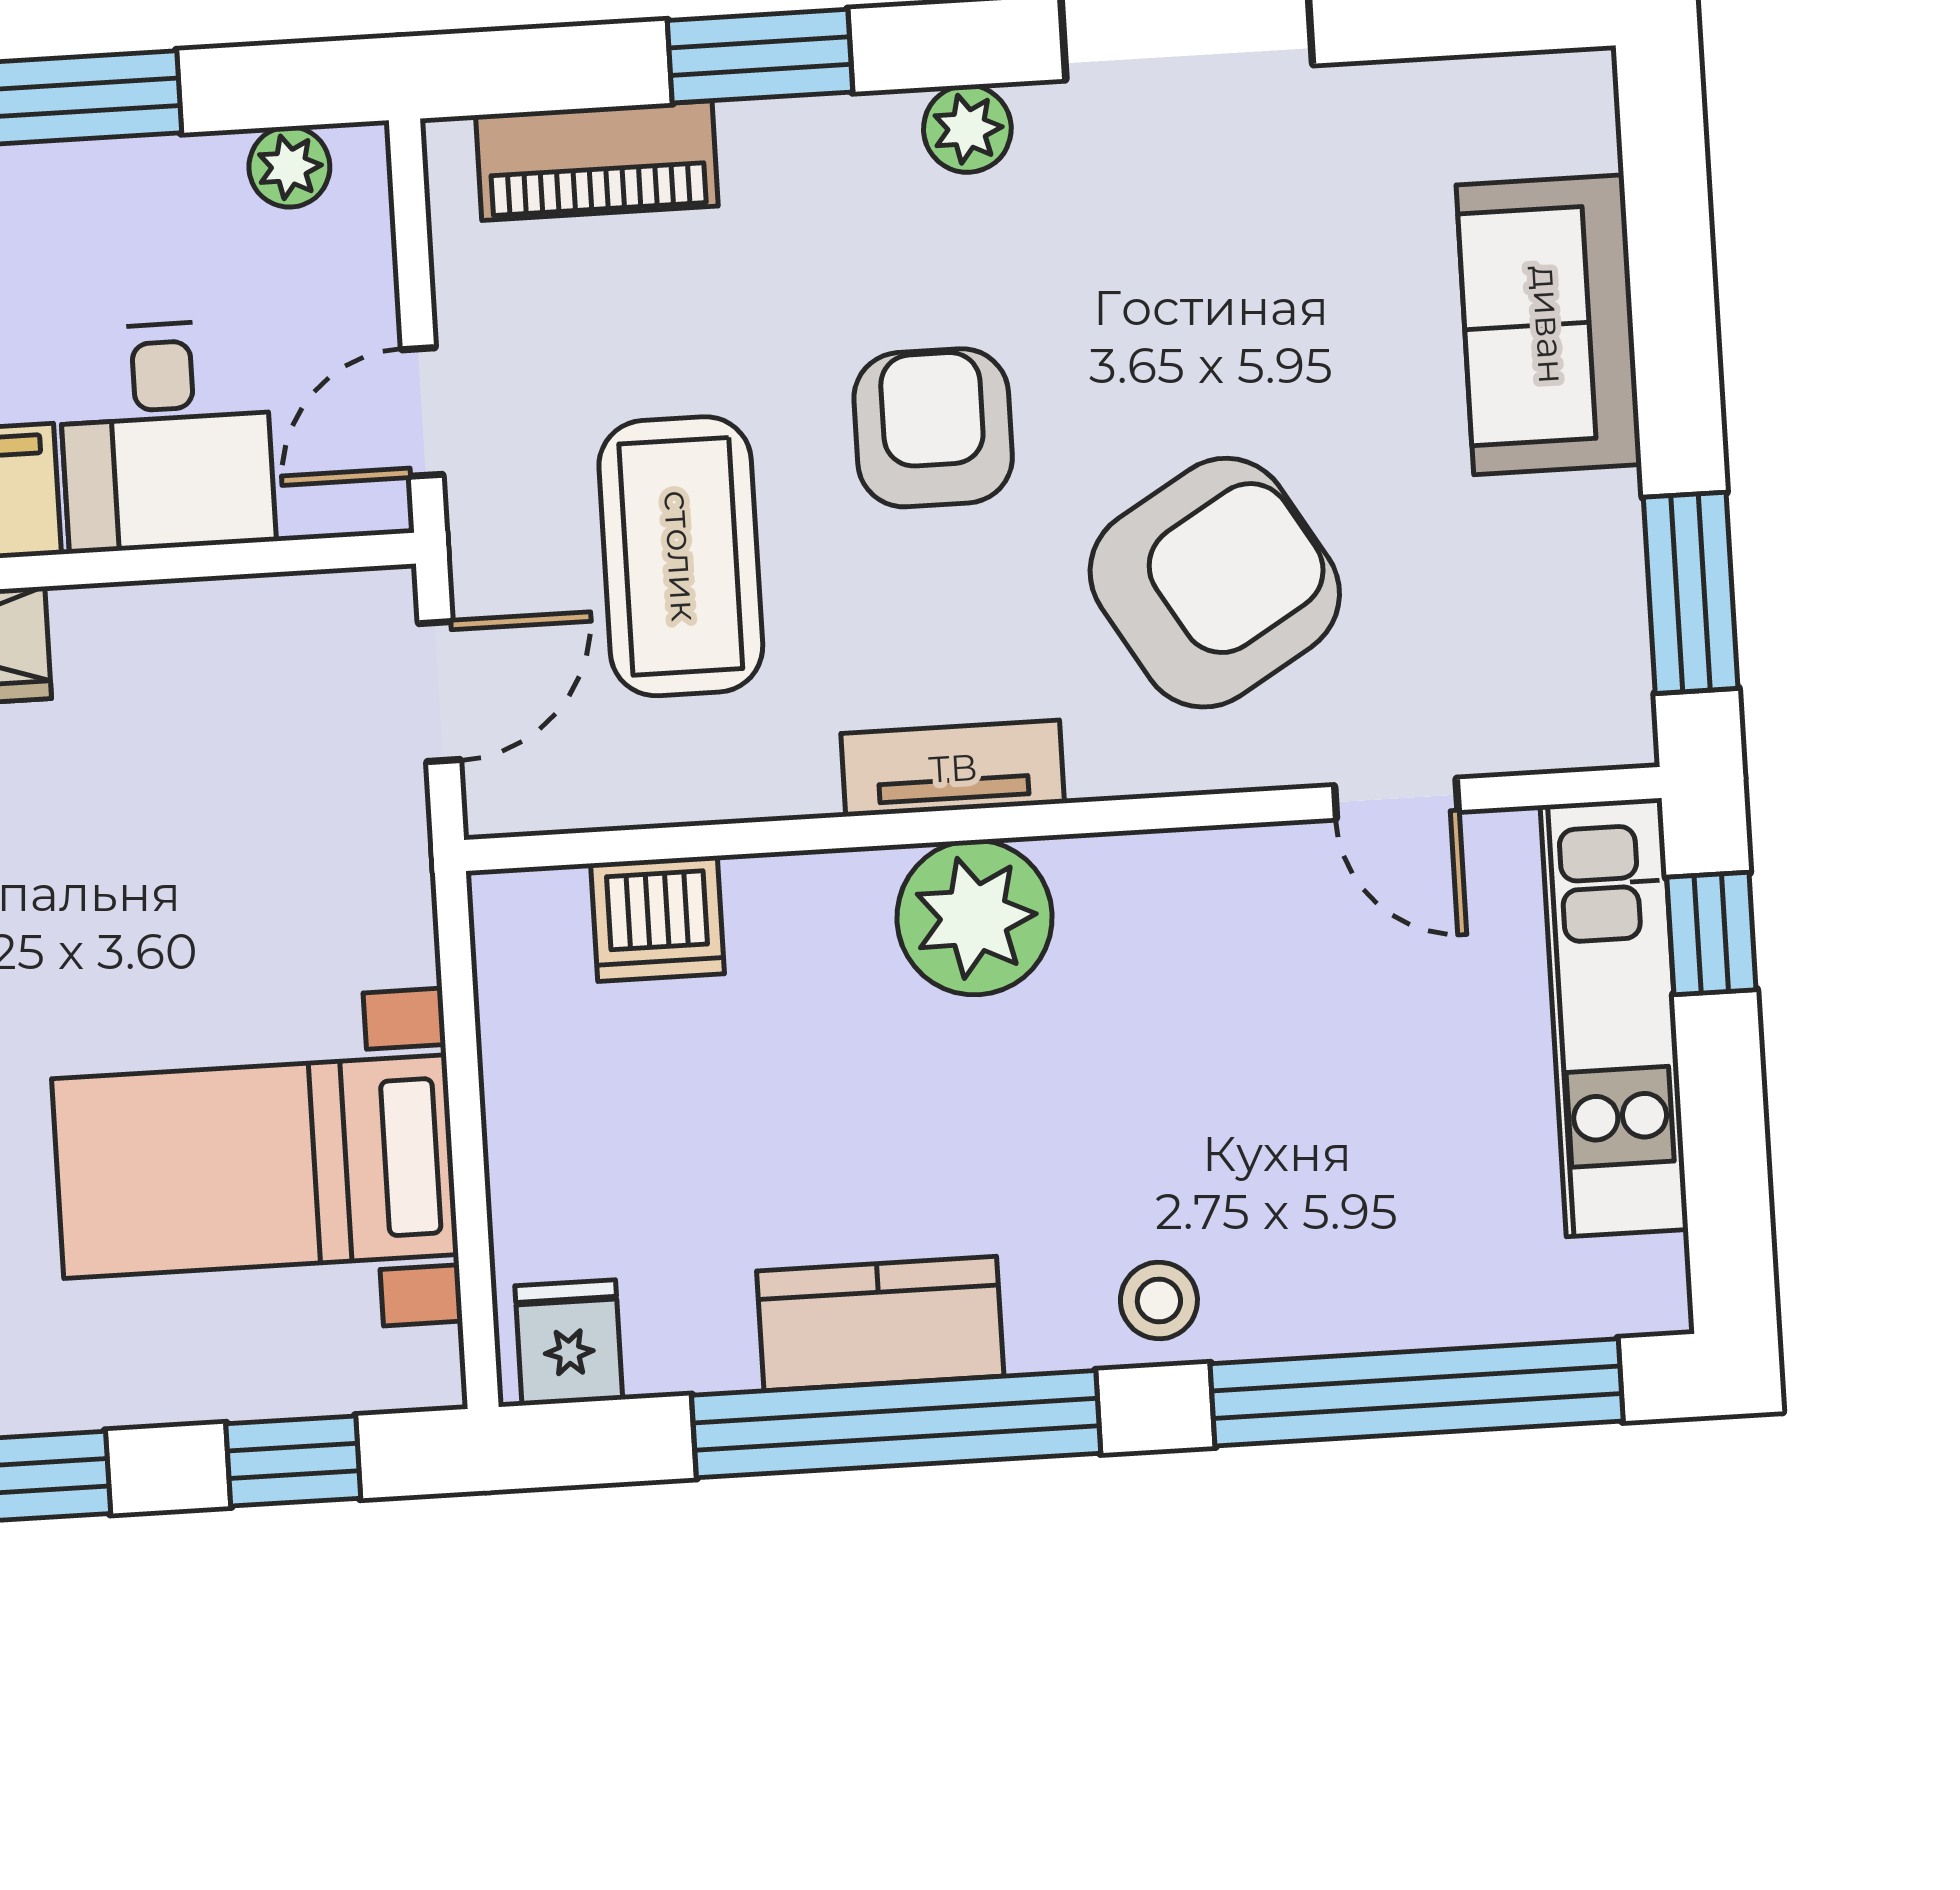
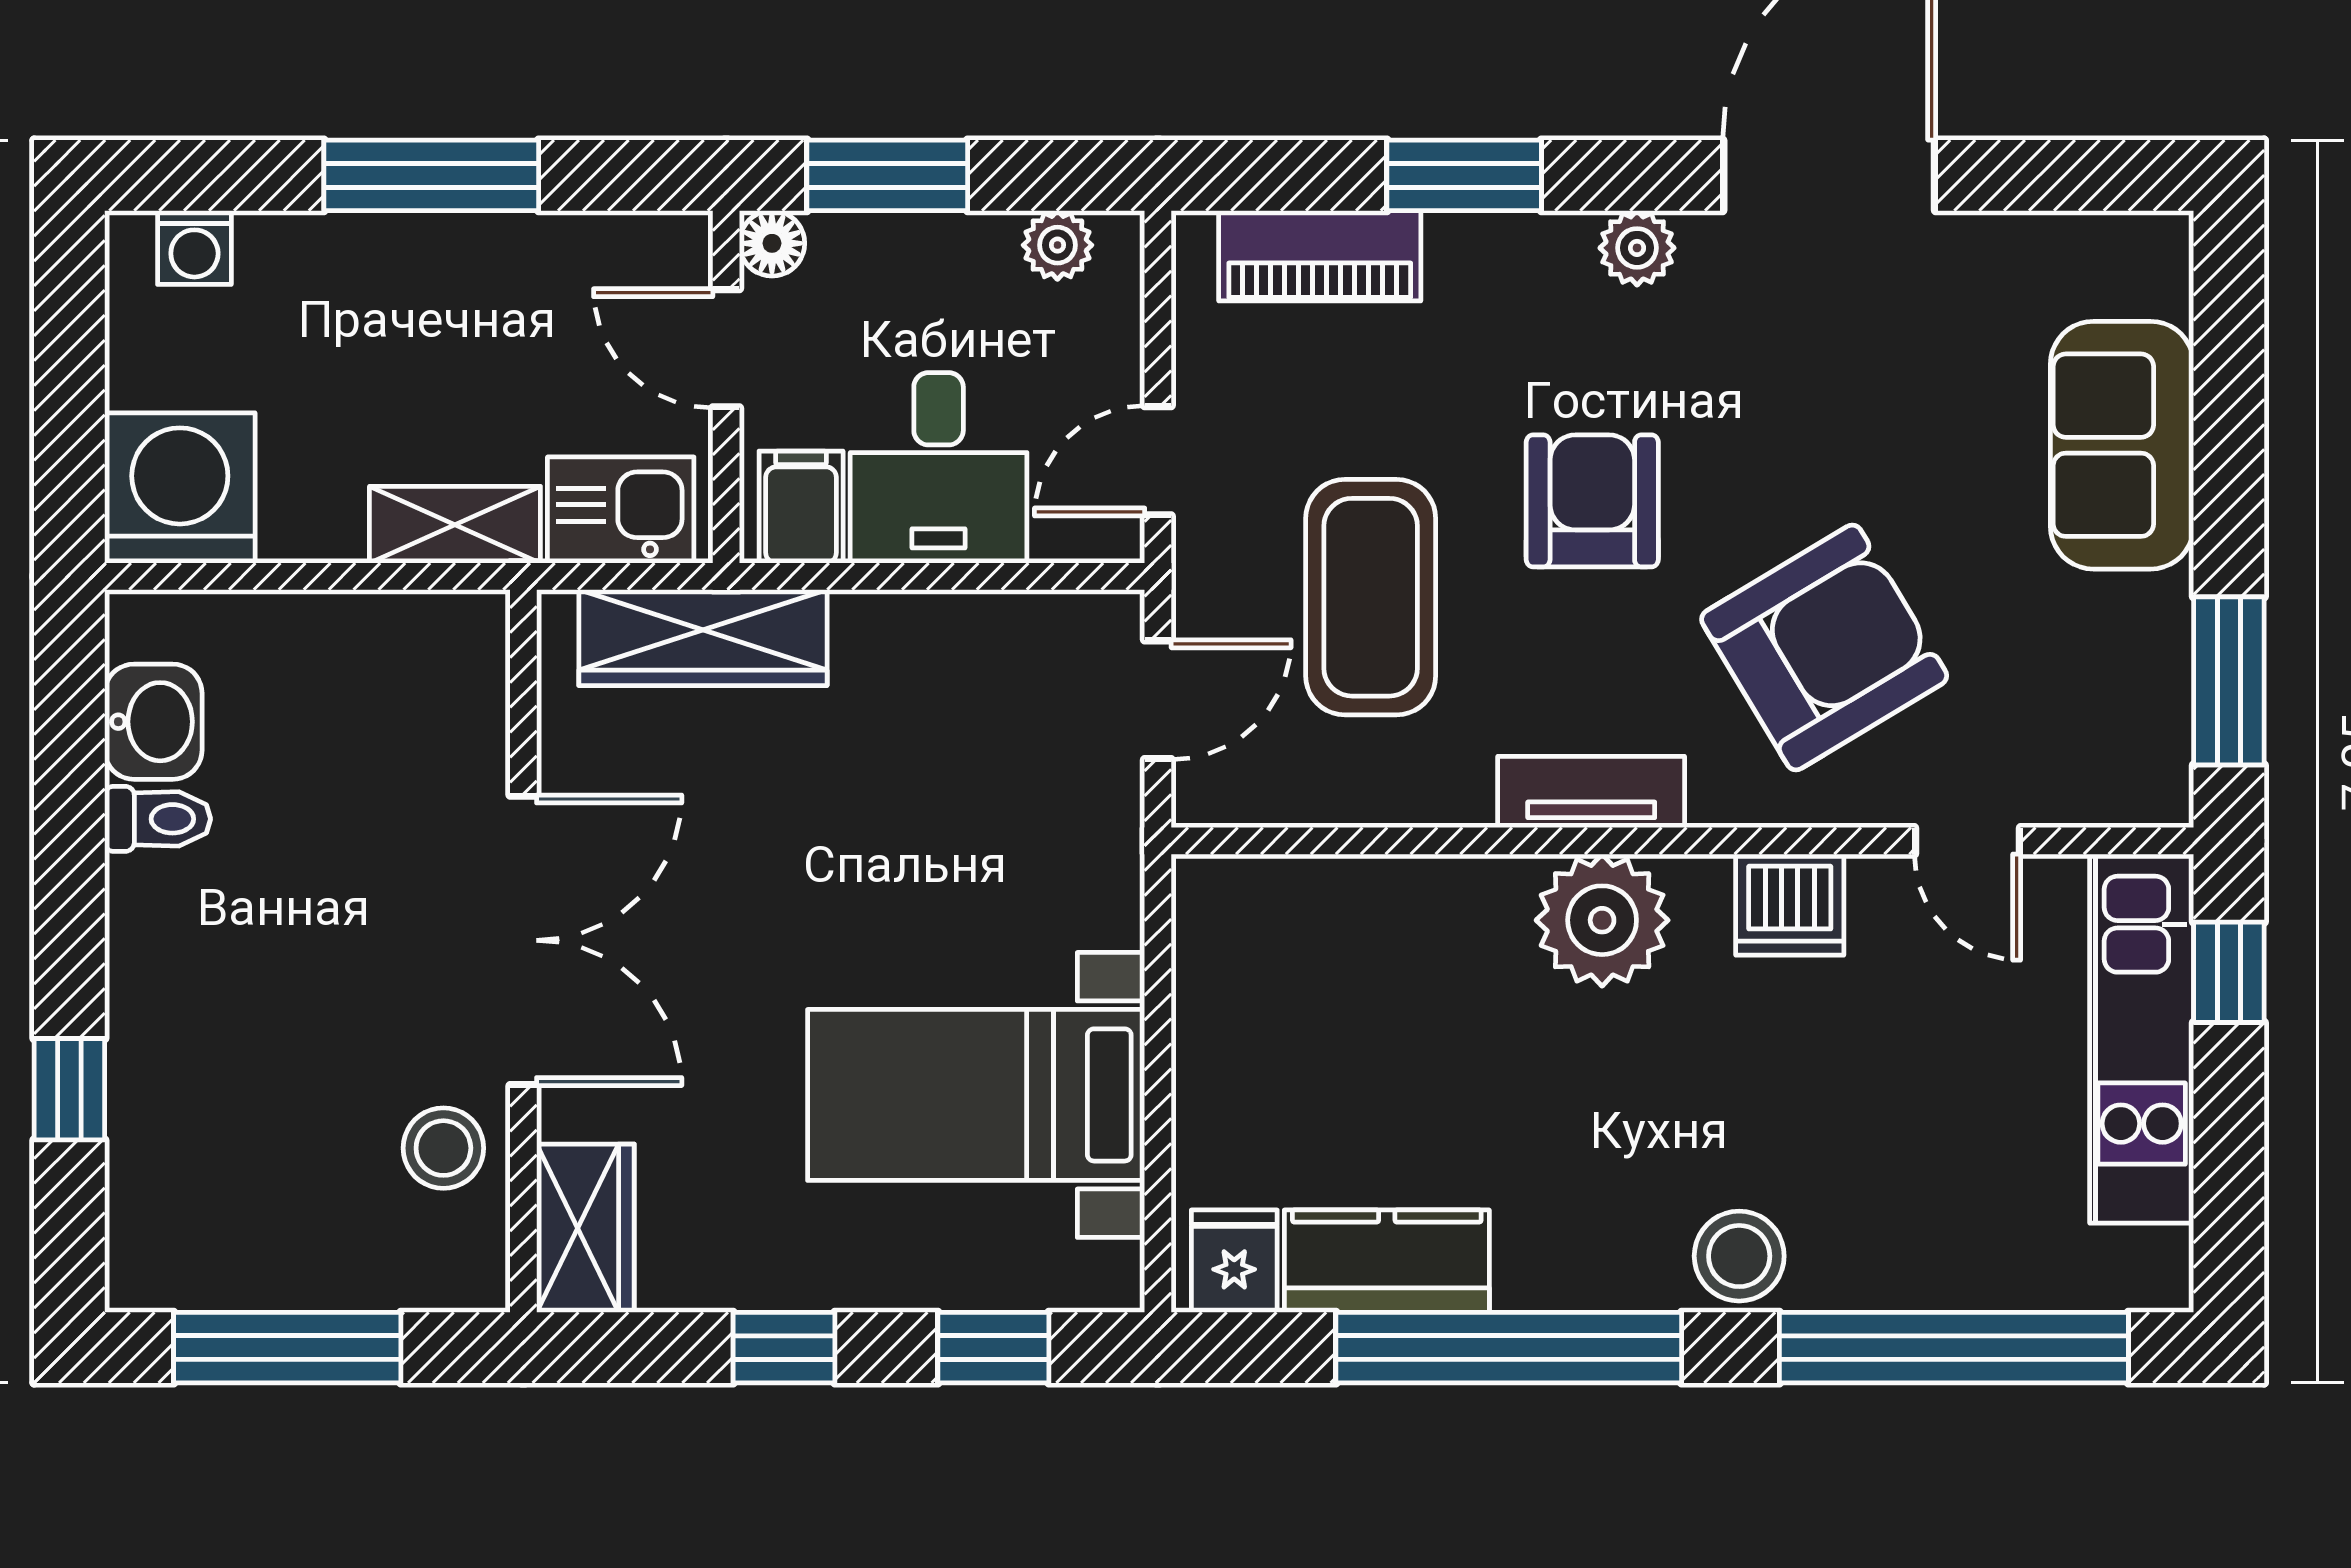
dishwasher: (658, 919) -> (1790, 905), moved
stool: (1159, 1300) -> (1739, 1256), width x1.37, depth x1.37
kitchen counter: (880, 1324) -> (1387, 1261), moved

